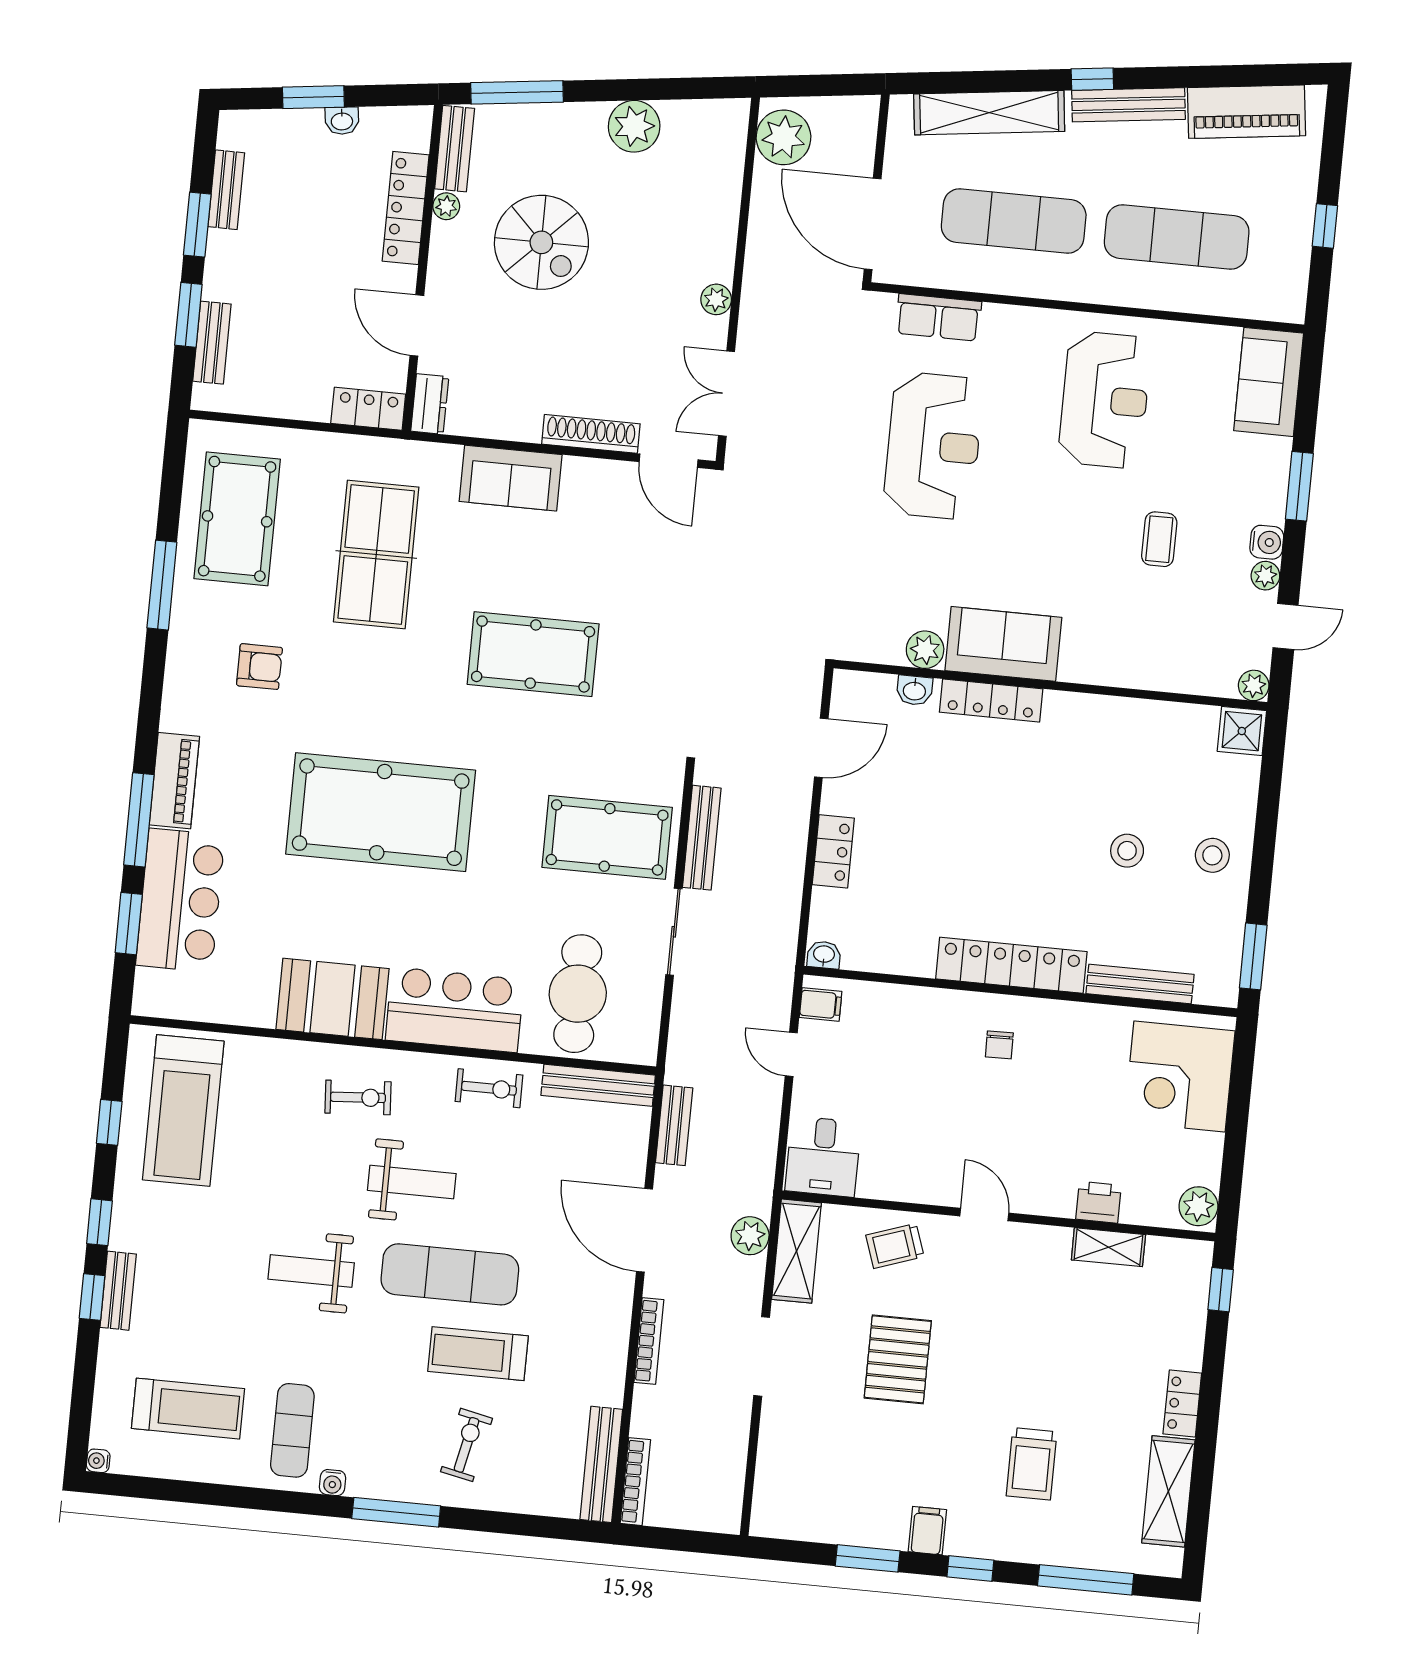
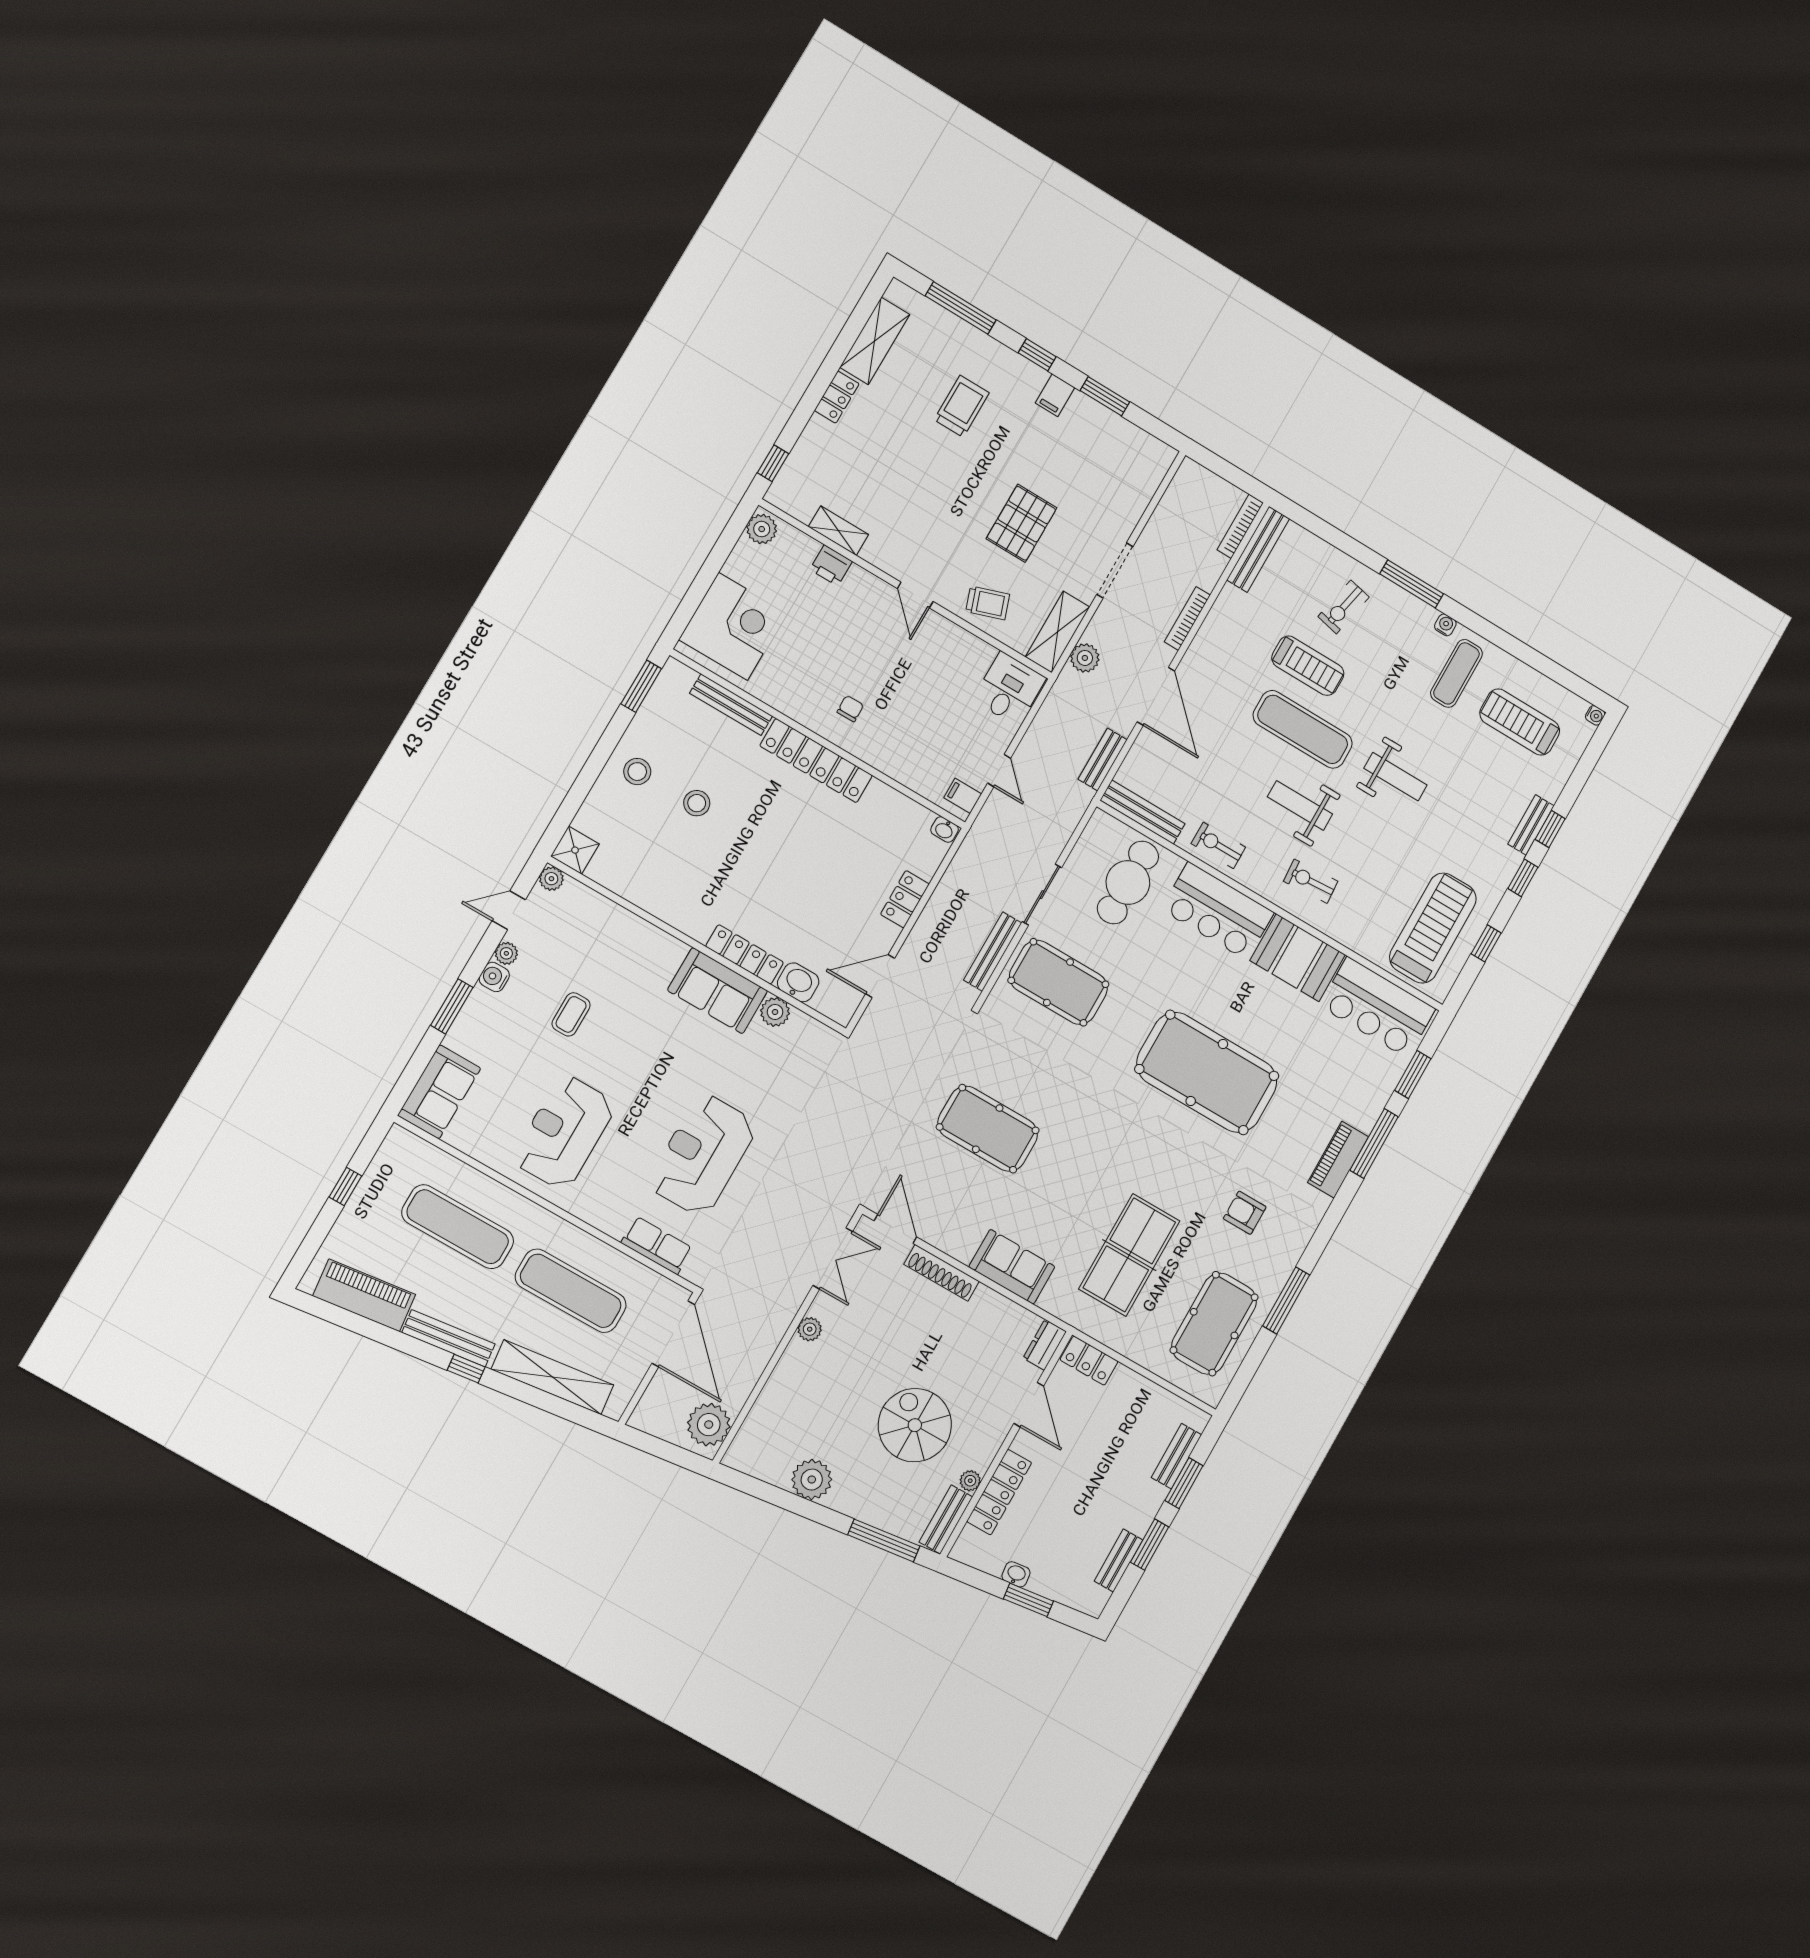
pool table: (533, 654) -> (988, 1129), moved
washbasin: (915, 690) -> (798, 982), width x1.38, depth x1.45
bar counter: (180, 900) -> (1377, 1007), moved, turned -90

